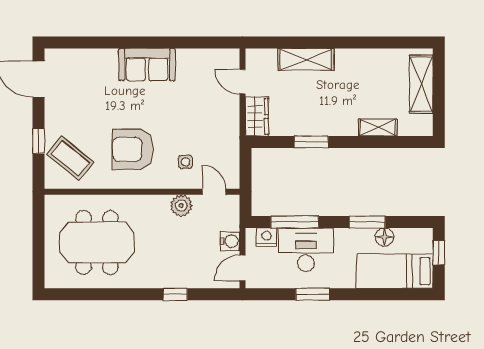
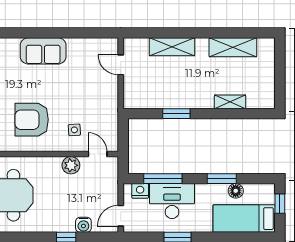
shelving: (421, 84) -> (233, 47), moved, turned 90
wardrobe: (257, 116) -> (132, 93), removed
water cooler: (230, 241) -> (83, 225), moved, turned 90

